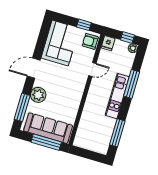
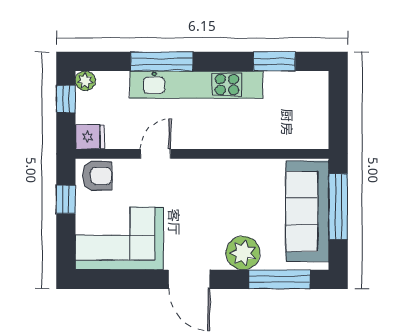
armchair: (90, 41) -> (97, 176), turned -90
door: (92, 70) -> (156, 154), hinge flipped
kitchen unit: (117, 96) -> (197, 85), width x1.36
window: (117, 133) -> (274, 61), width x0.69

